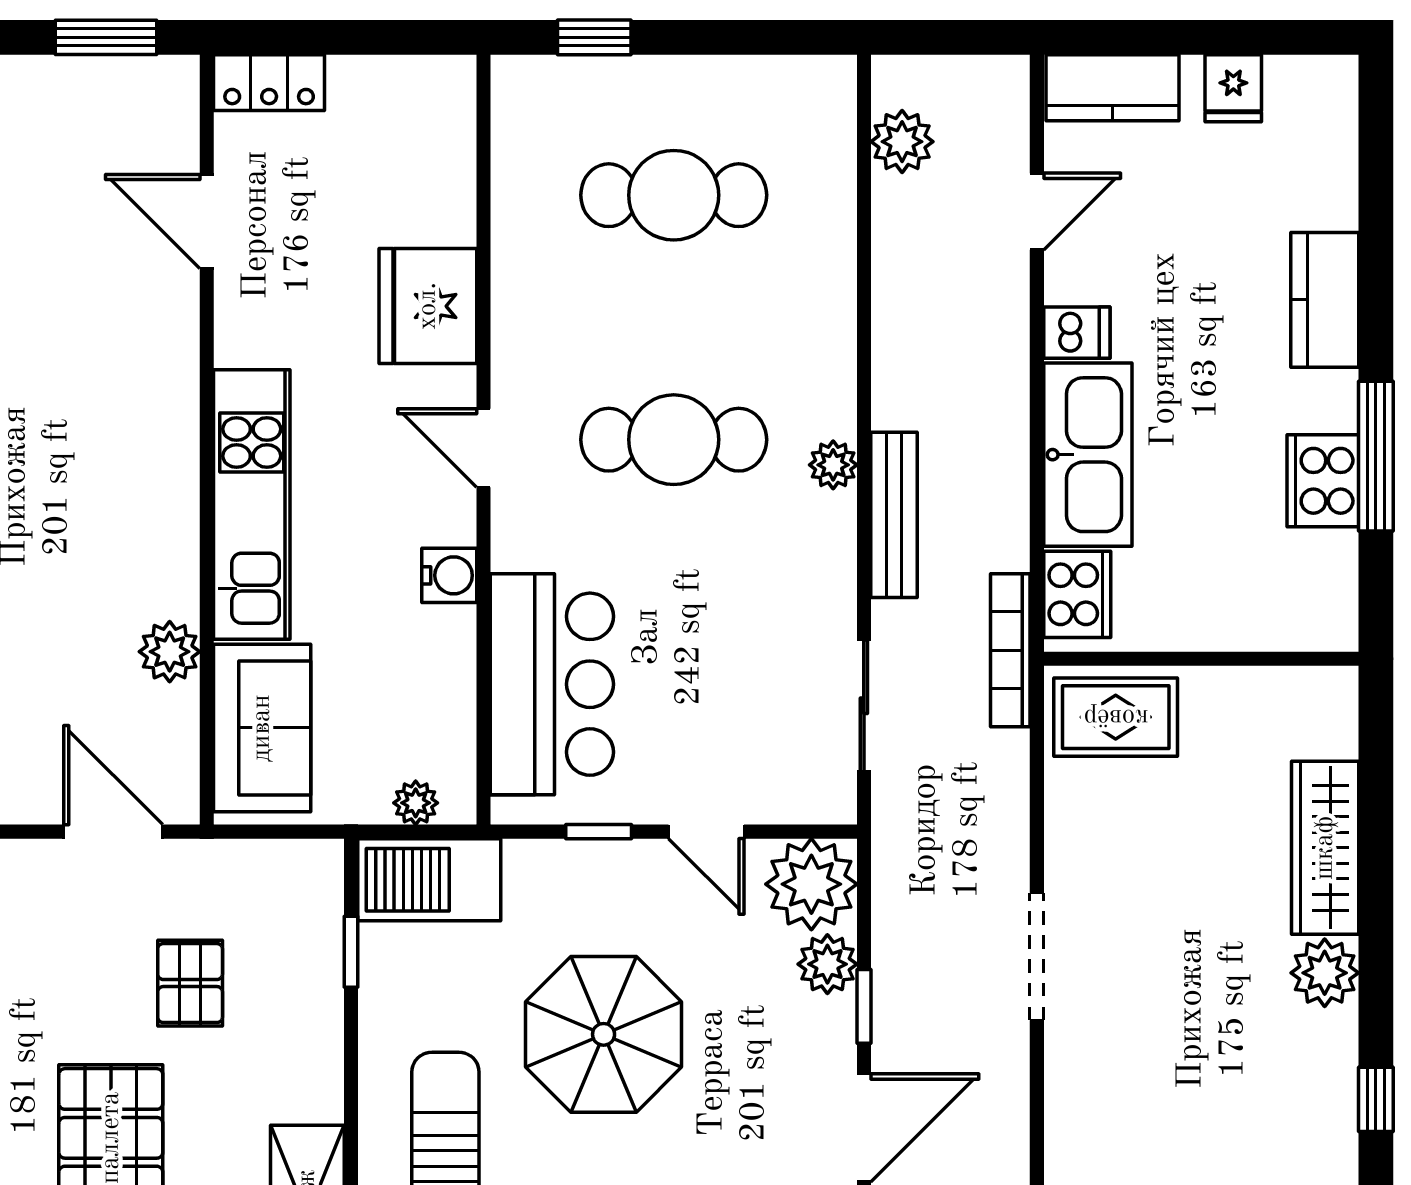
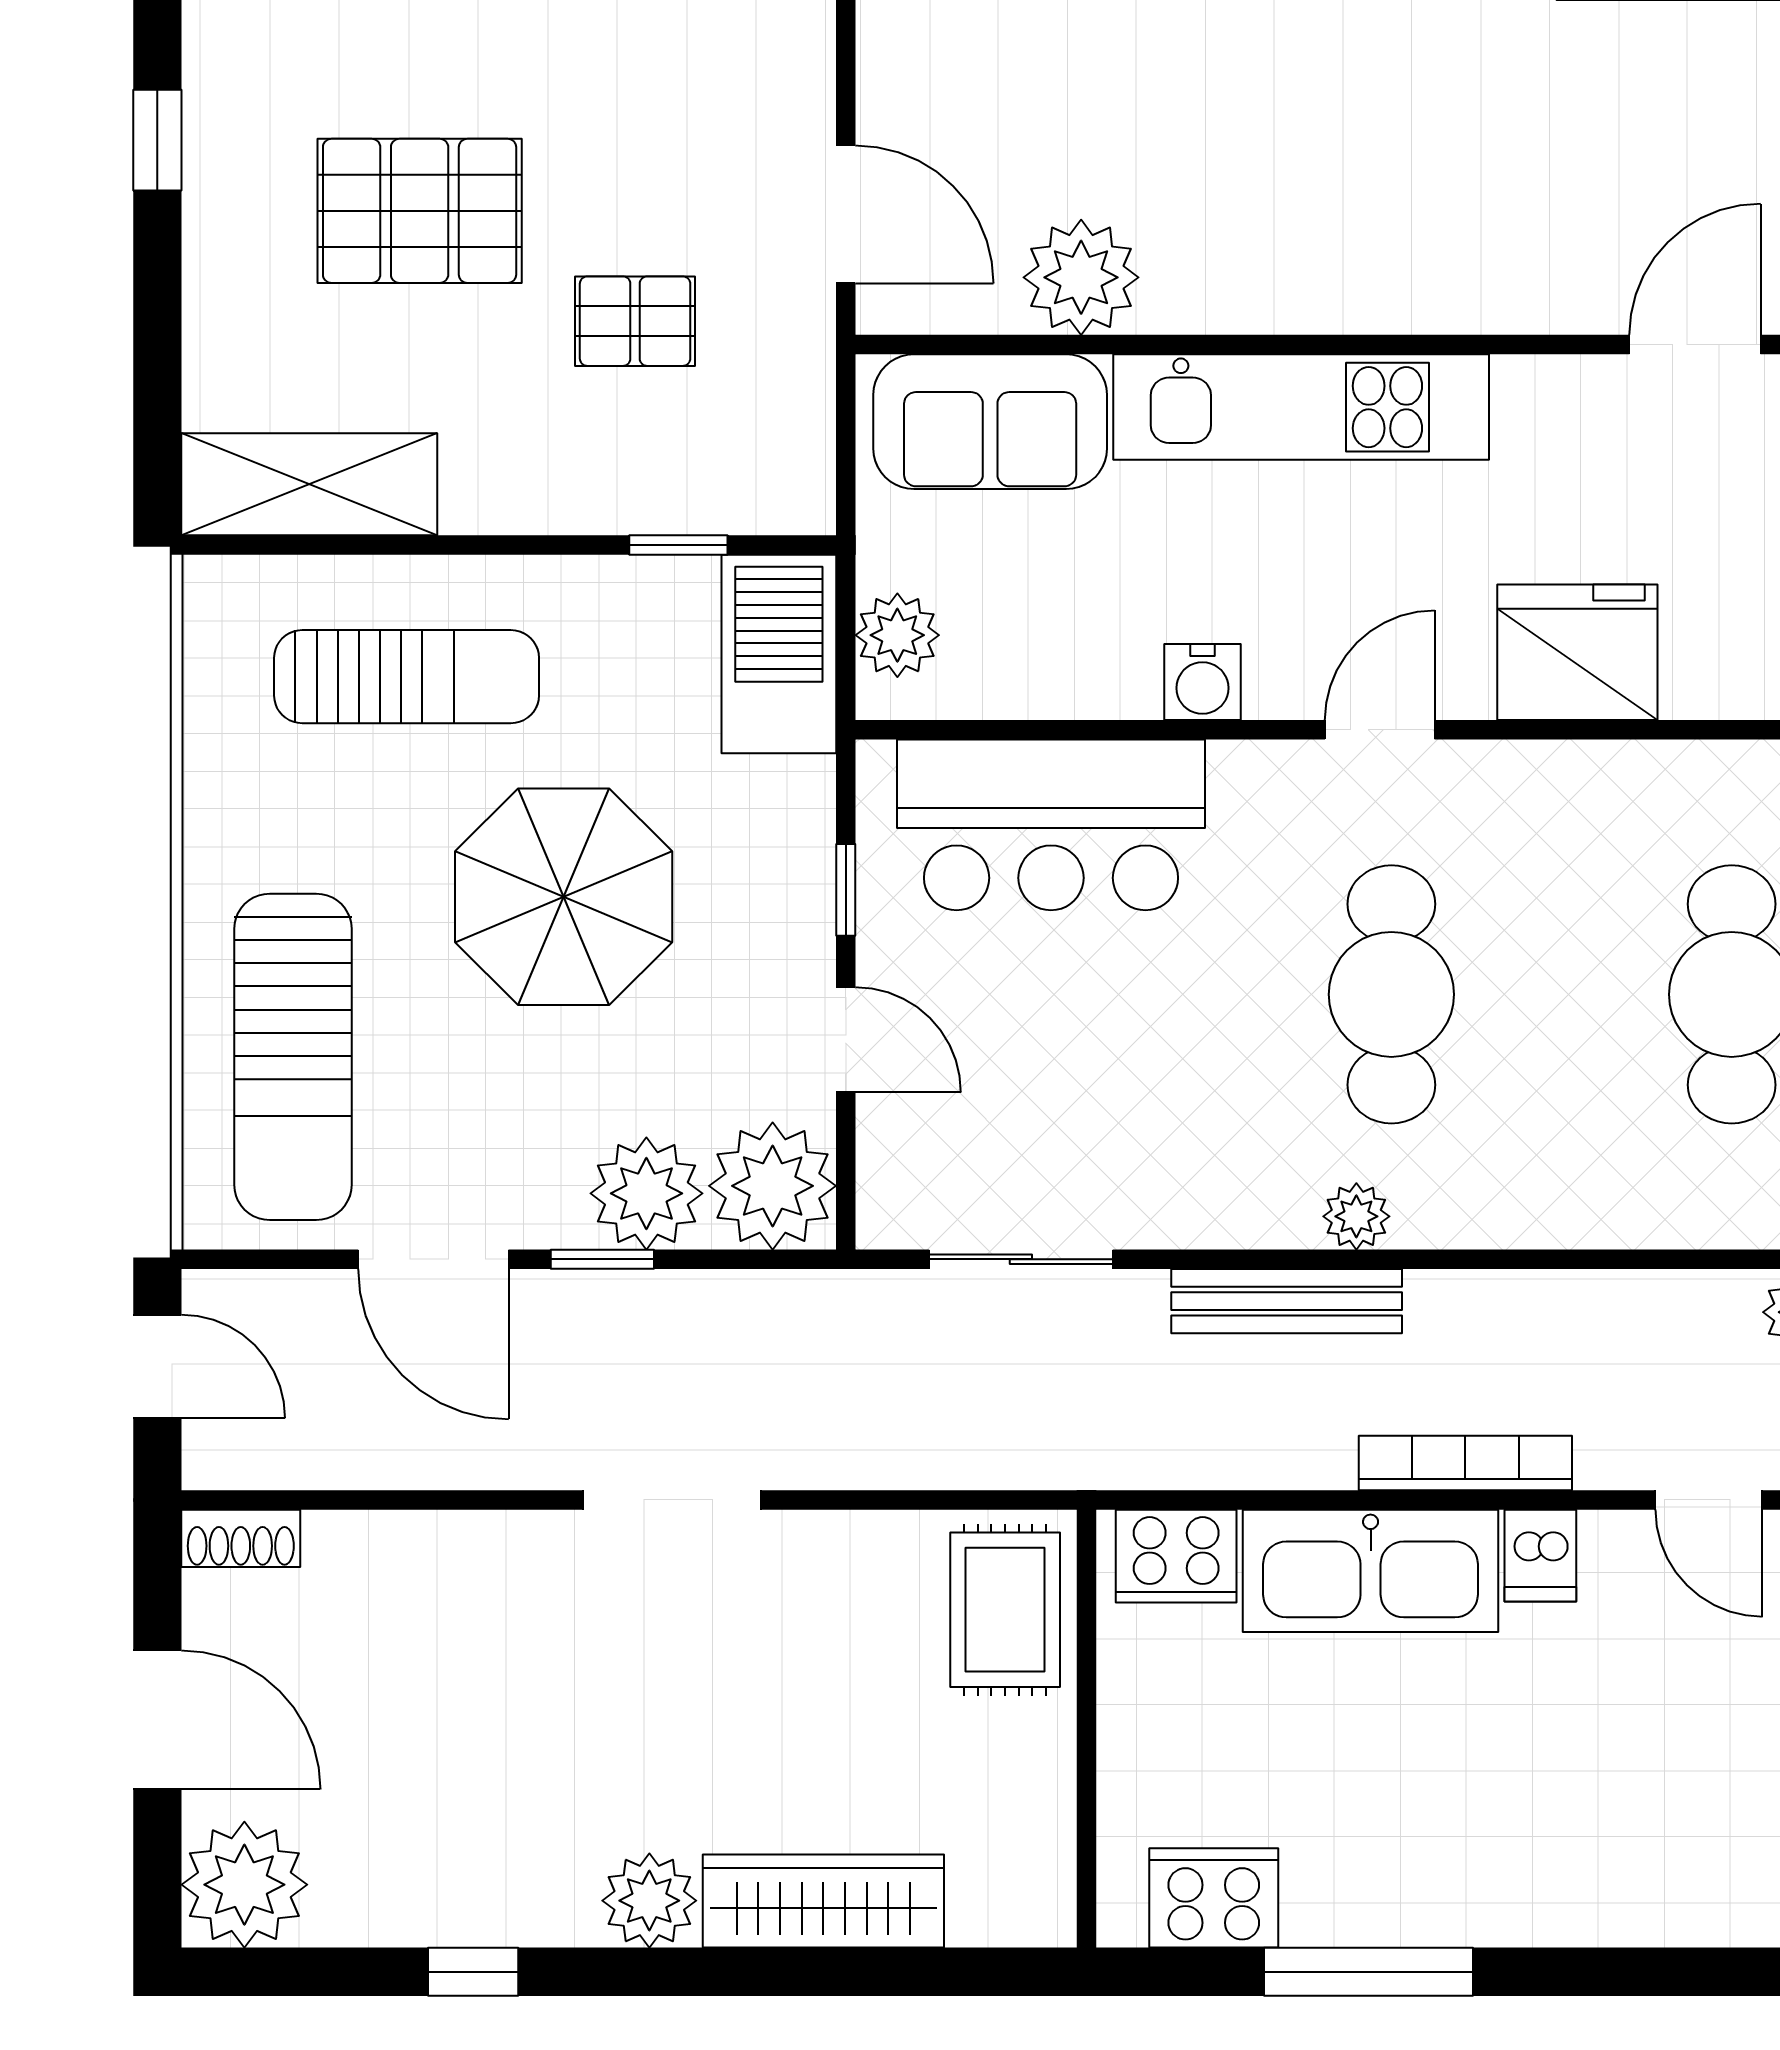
kitchen counter: (1325, 300) -> (1586, 1901), removed
cooker: (1323, 481) -> (1214, 1898), moved
bookcase: (1010, 650) -> (1465, 1463), moved
plant: (170, 652) -> (1081, 277), width x1.36, depth x1.36
plant: (416, 803) -> (897, 635), width x1.38, depth x1.38
door: (113, 832) -> (846, 214), hinge flipped
door: (706, 832) -> (846, 1040), swing flipped
plant: (827, 964) -> (646, 1193), width x1.36, depth x1.36

